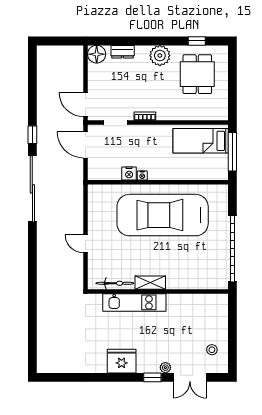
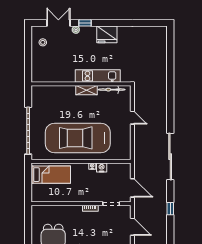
door: (86, 105) -> (132, 227), moved
window: (32, 135) -> (170, 209), moved
bed: (201, 141) -> (51, 175), moved
window: (232, 152) -> (28, 183), removed
car: (163, 215) -> (78, 138), turned 180
garage door: (232, 249) -> (28, 131), moved

